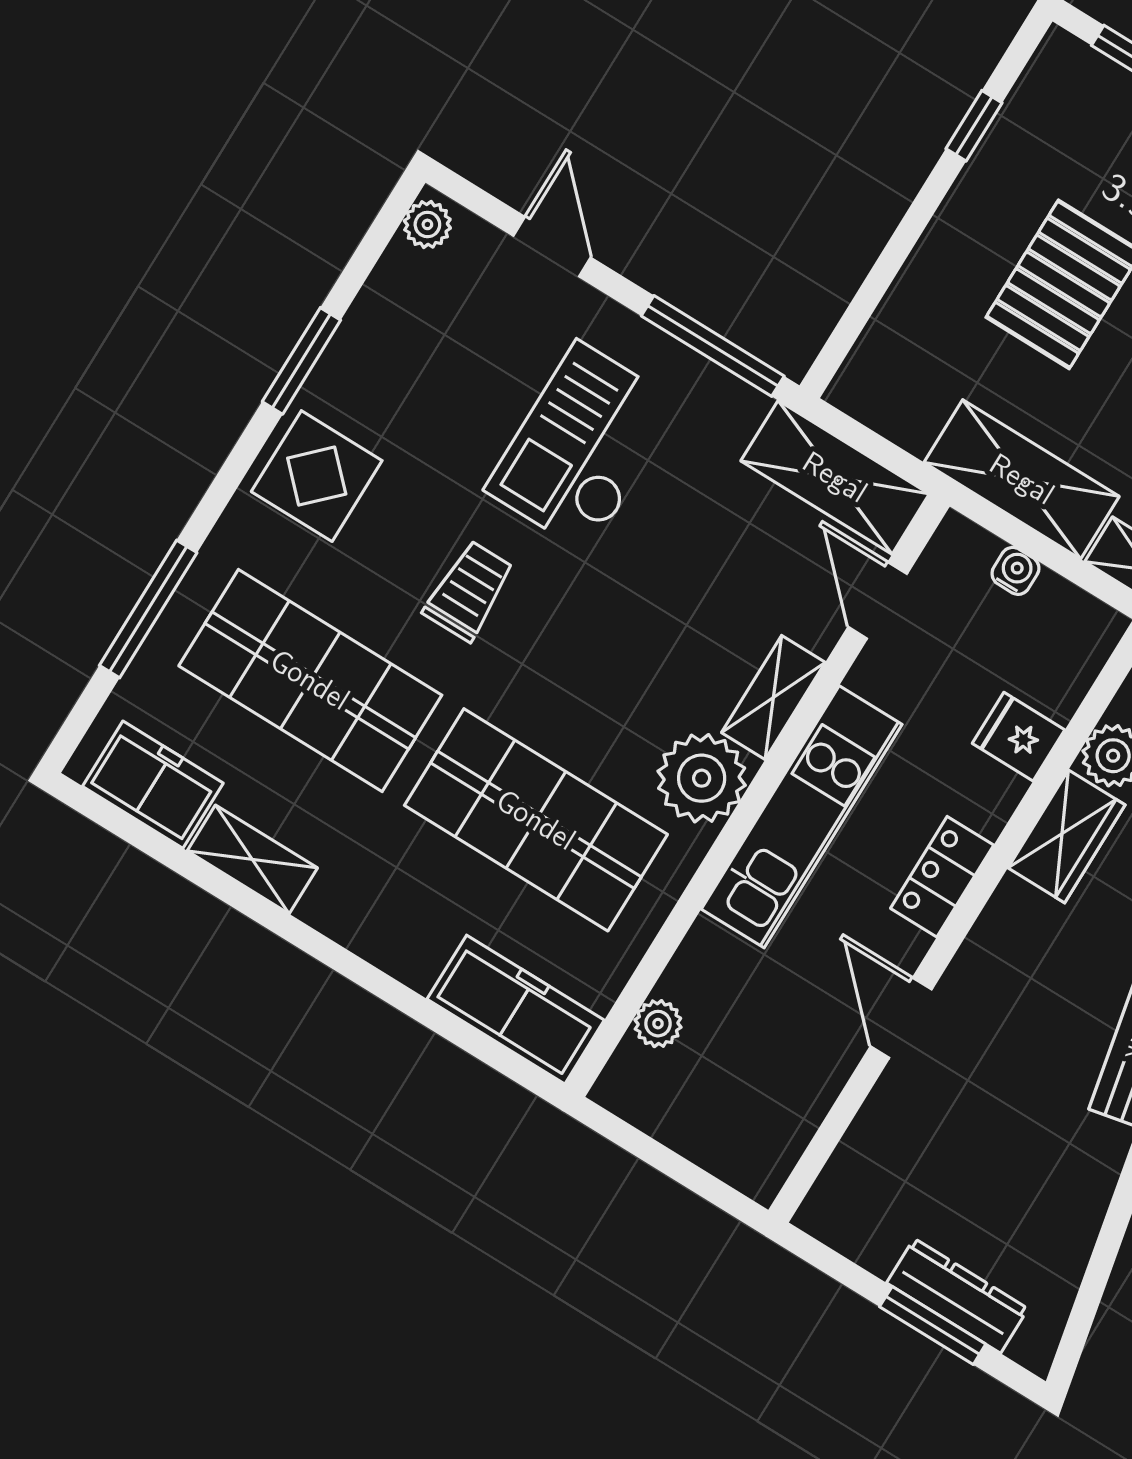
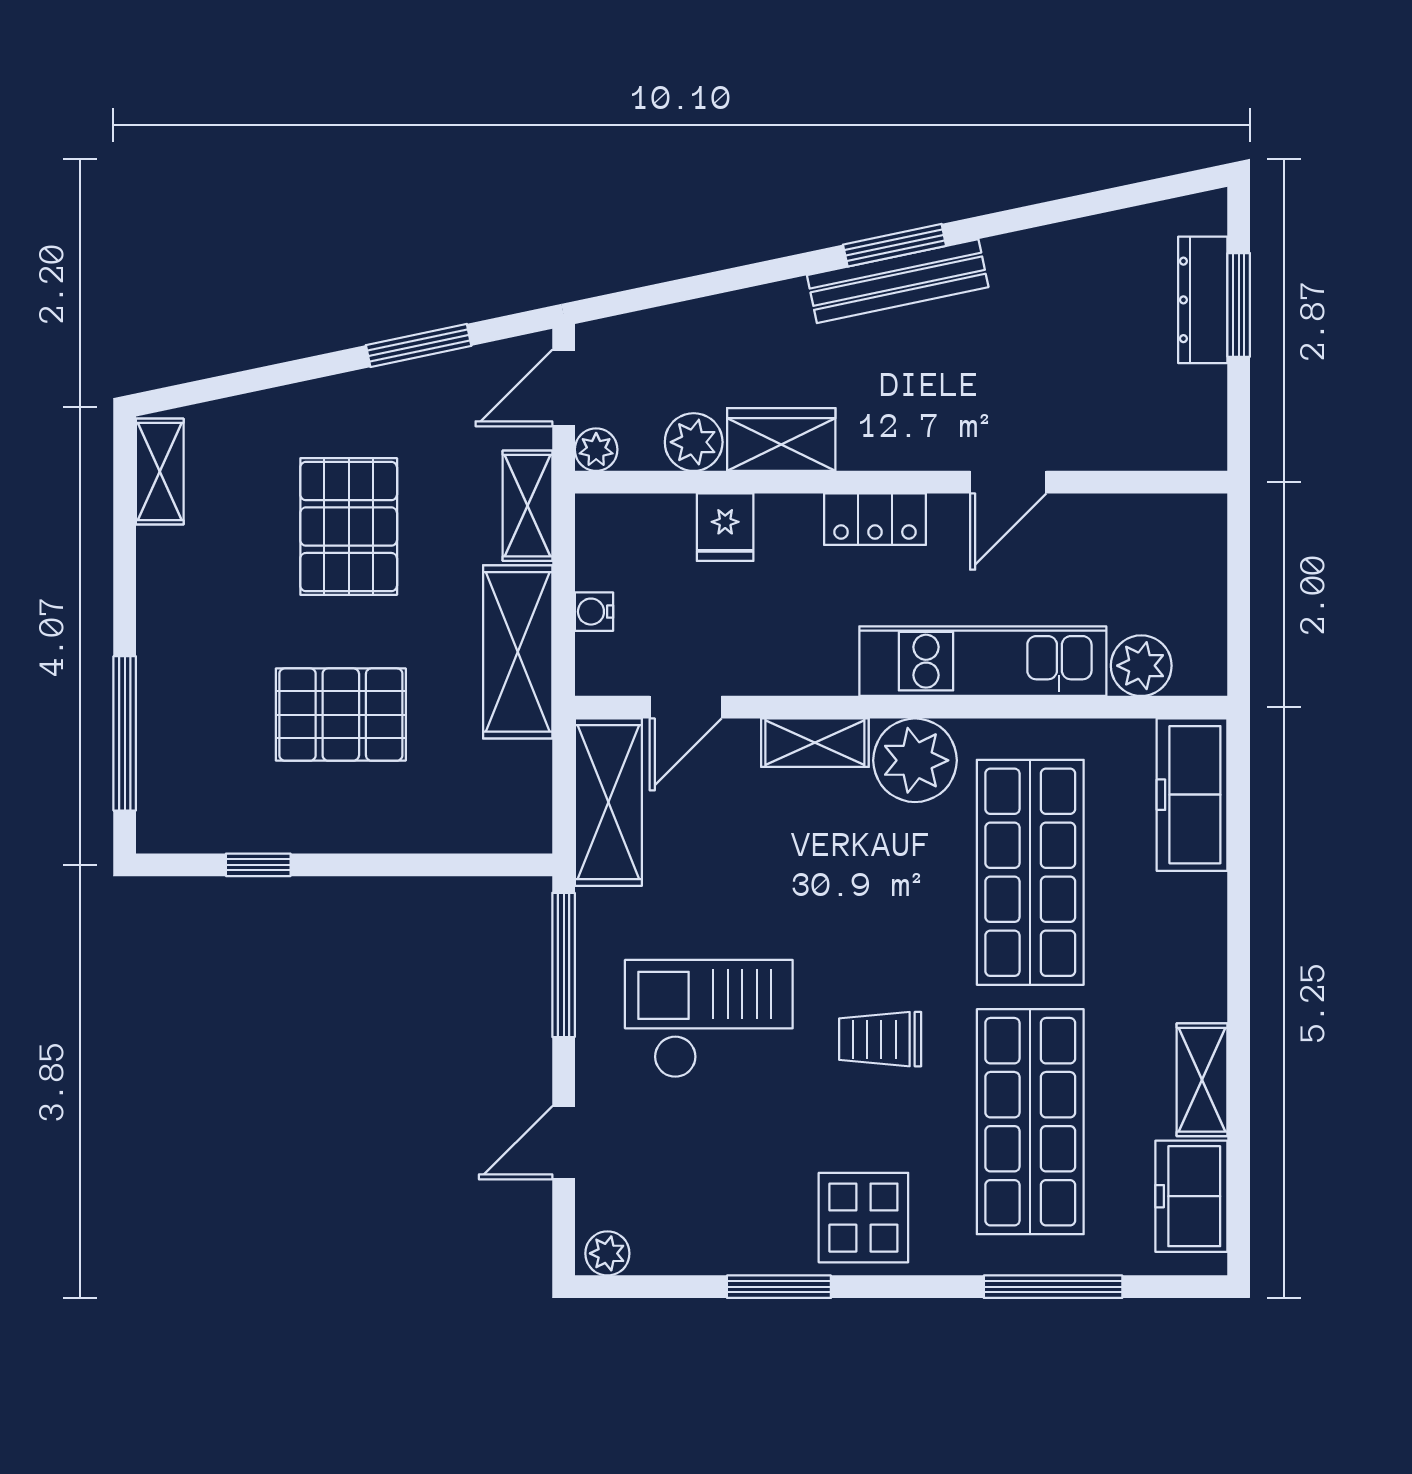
checkout: (583, 447) -> (709, 1019), turned 180
kitchen unit: (802, 817) -> (983, 661), moved
plant: (658, 1024) -> (1141, 666), width x1.38, depth x1.38

